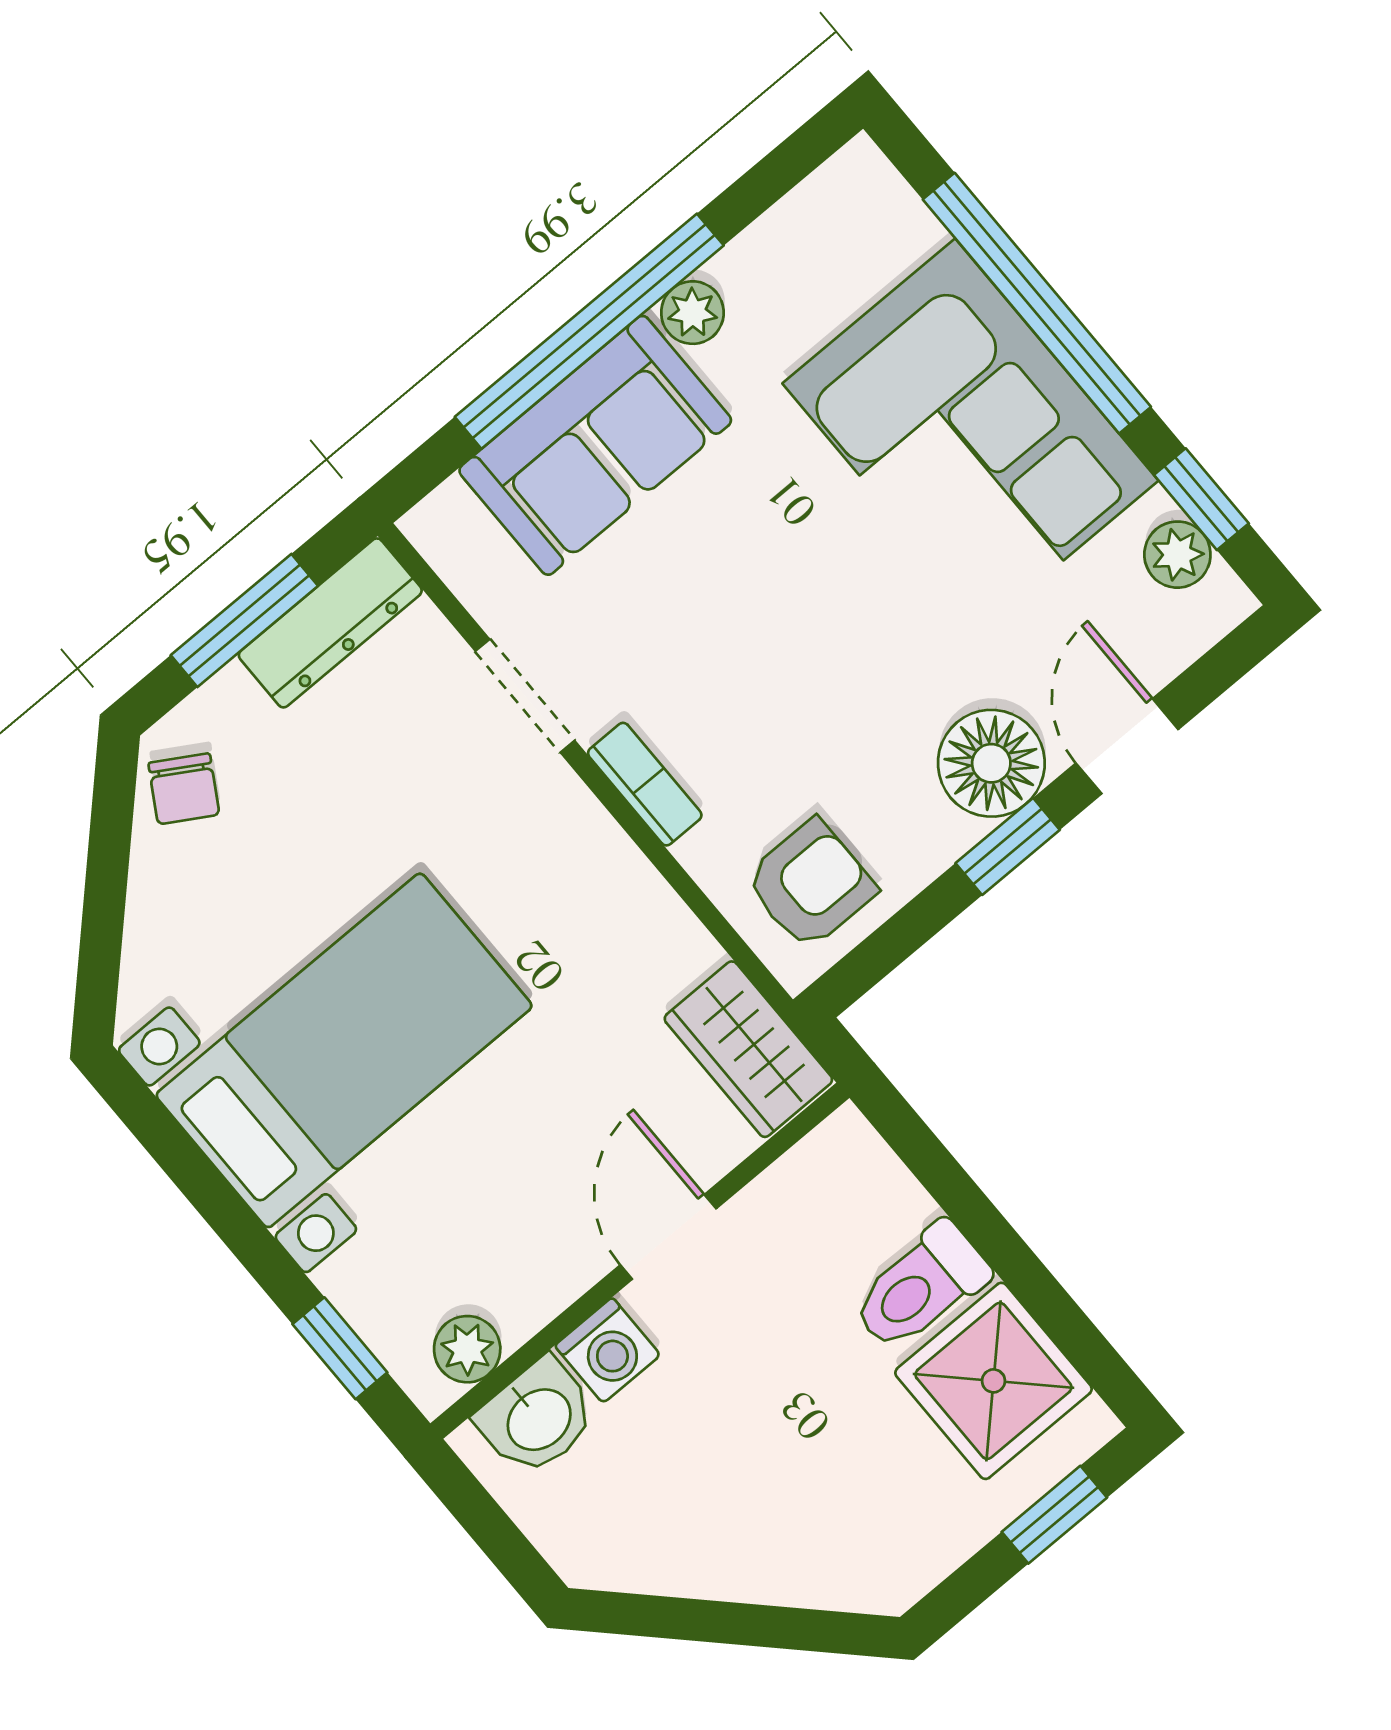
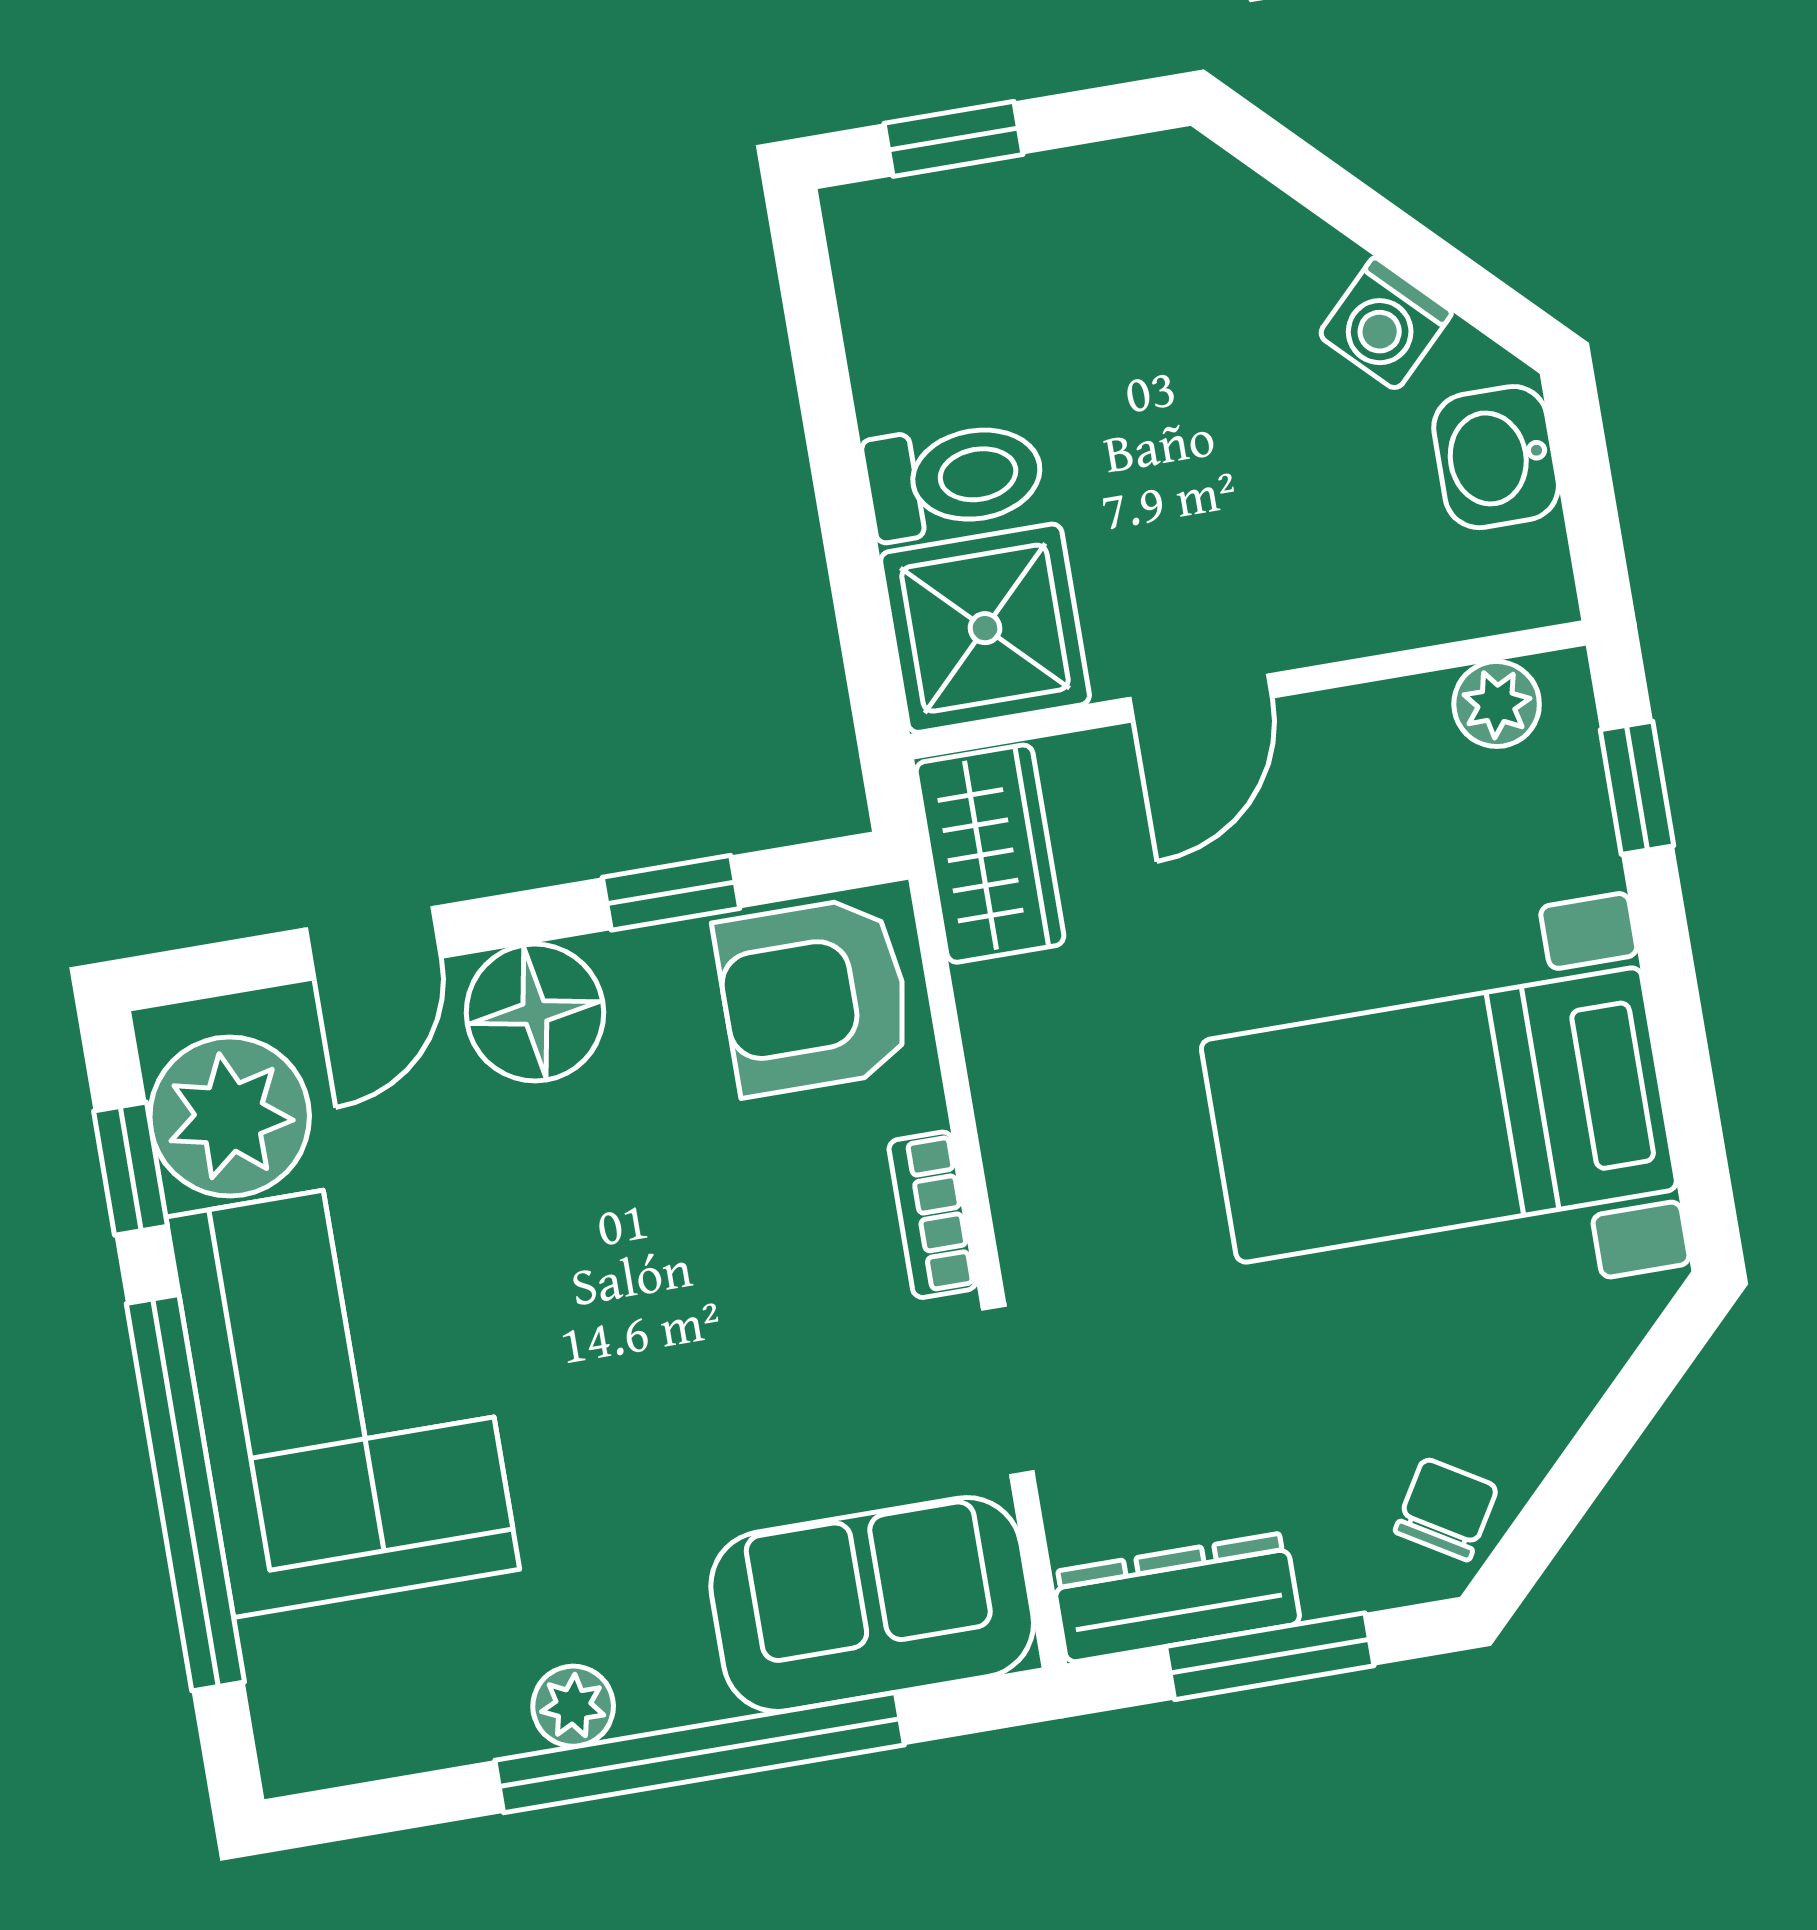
sofa: (595, 445) -> (872, 1604), moved
plant: (1177, 555) -> (230, 1117), width x1.87, depth x1.87
window: (1008, 846) -> (671, 893), moved
armchair: (810, 884) -> (814, 996), width x1.38, depth x1.38
washing machine: (608, 1350) -> (1385, 324), moved, turned -135
shower: (993, 1381) -> (985, 628), moved
washbasin: (537, 1418) -> (1496, 457), moved, turned -90

